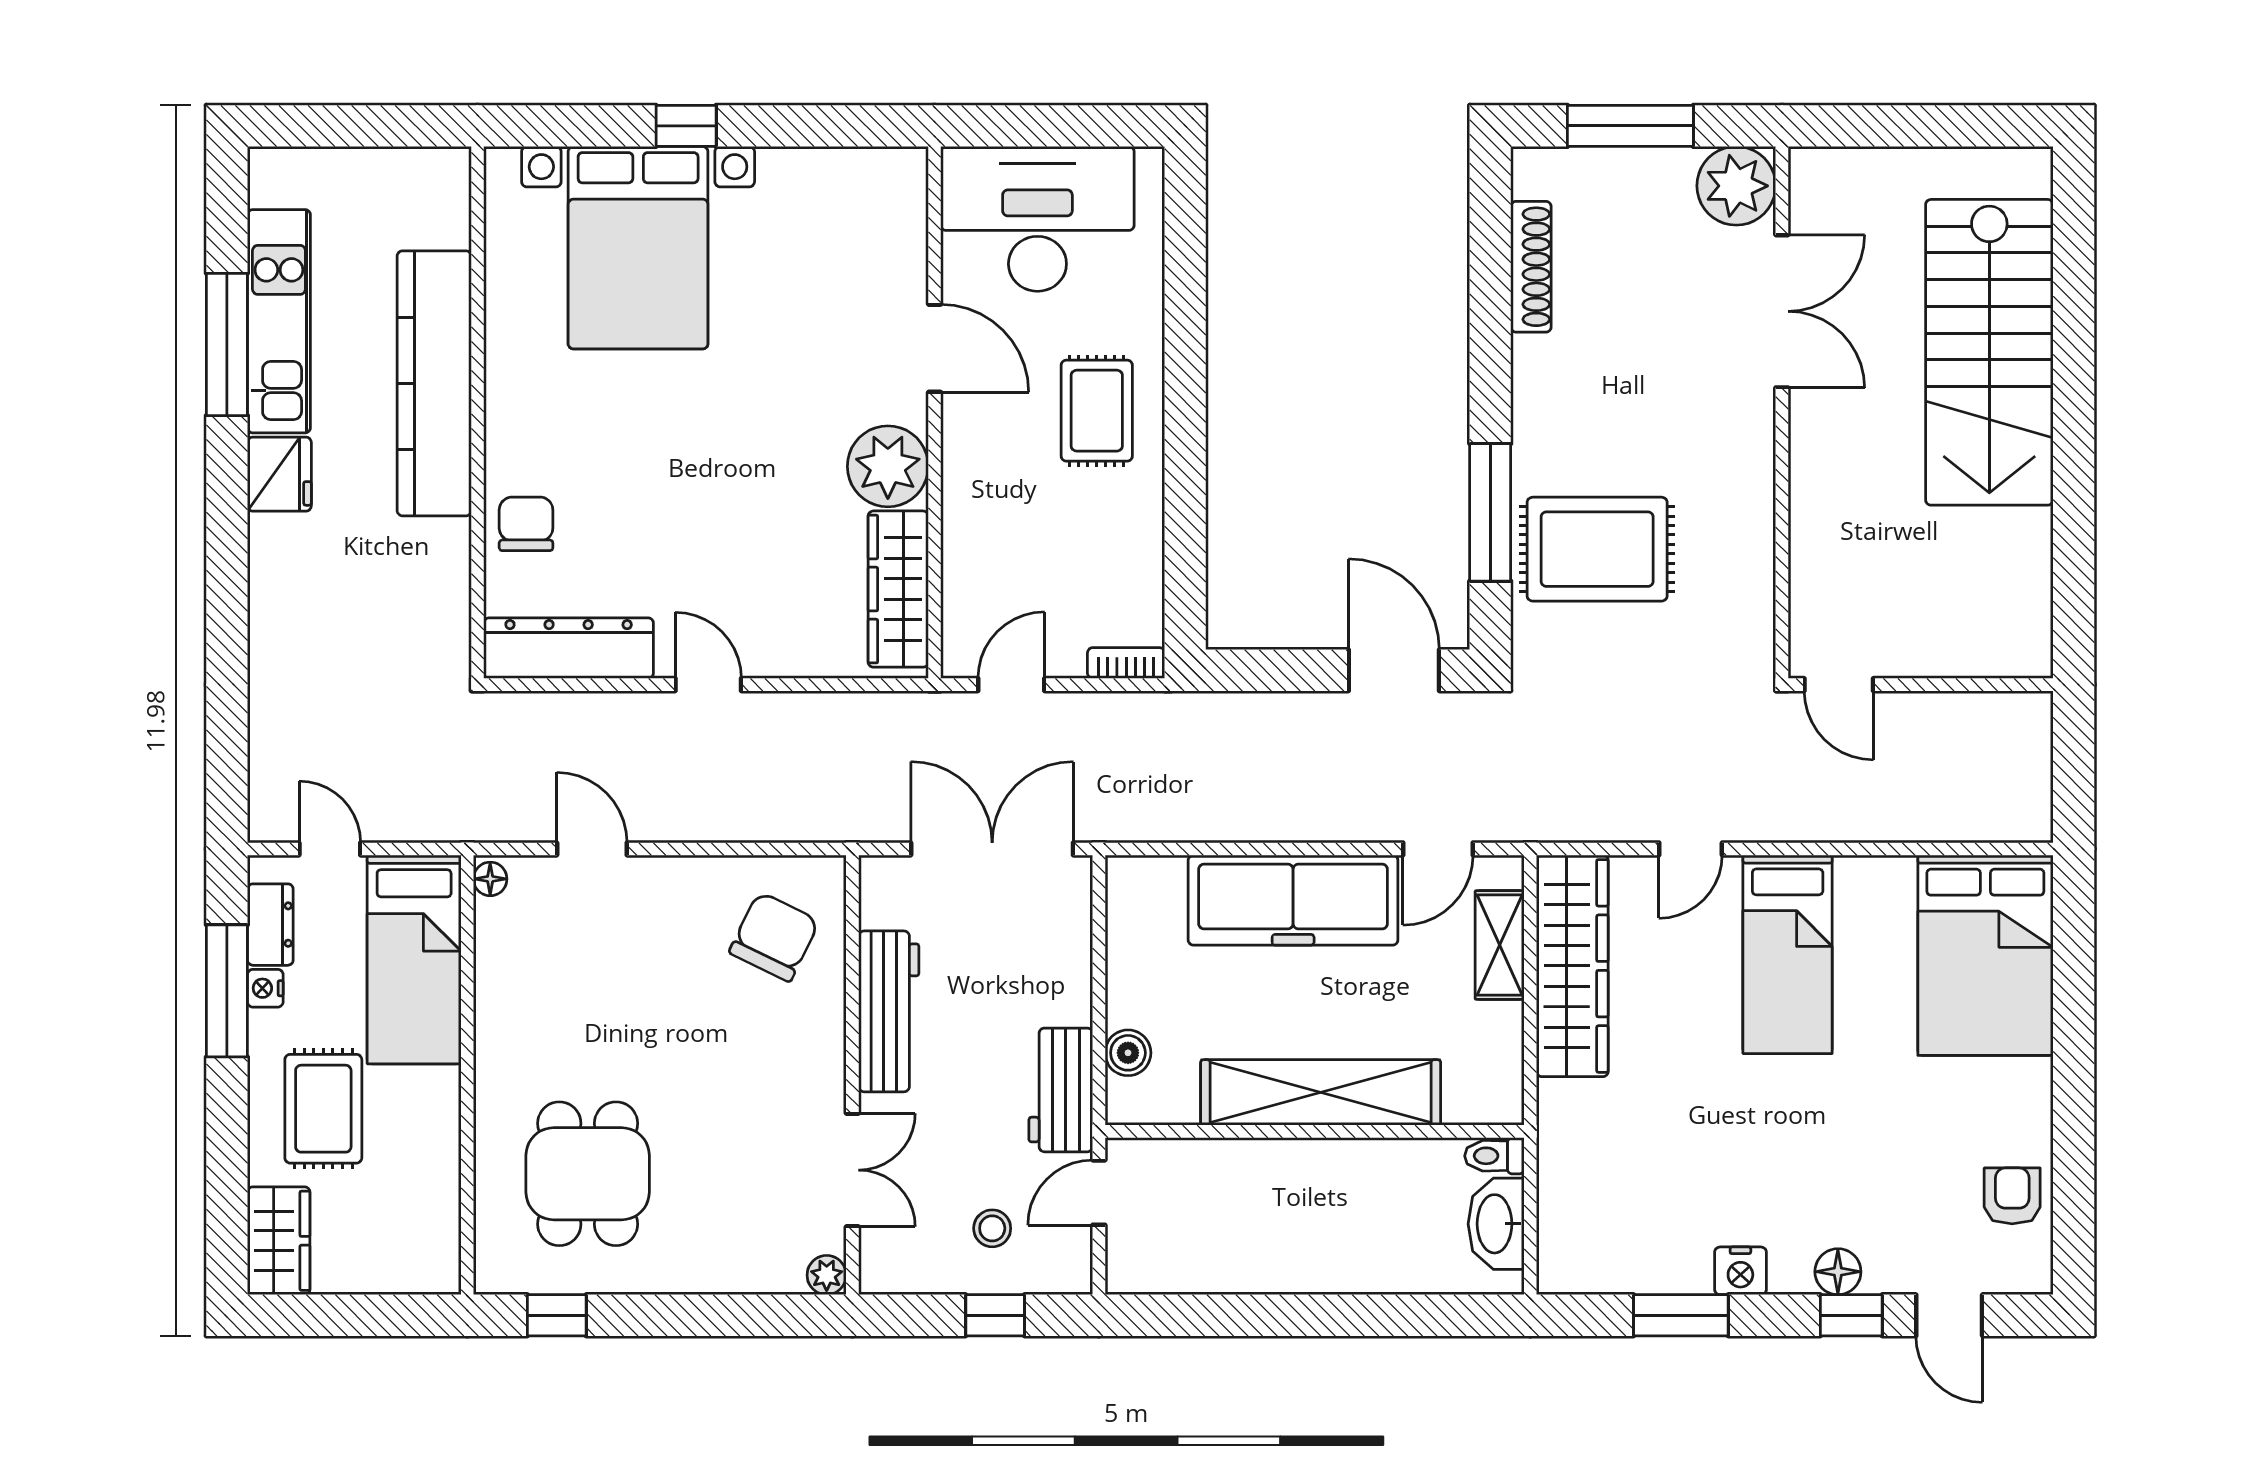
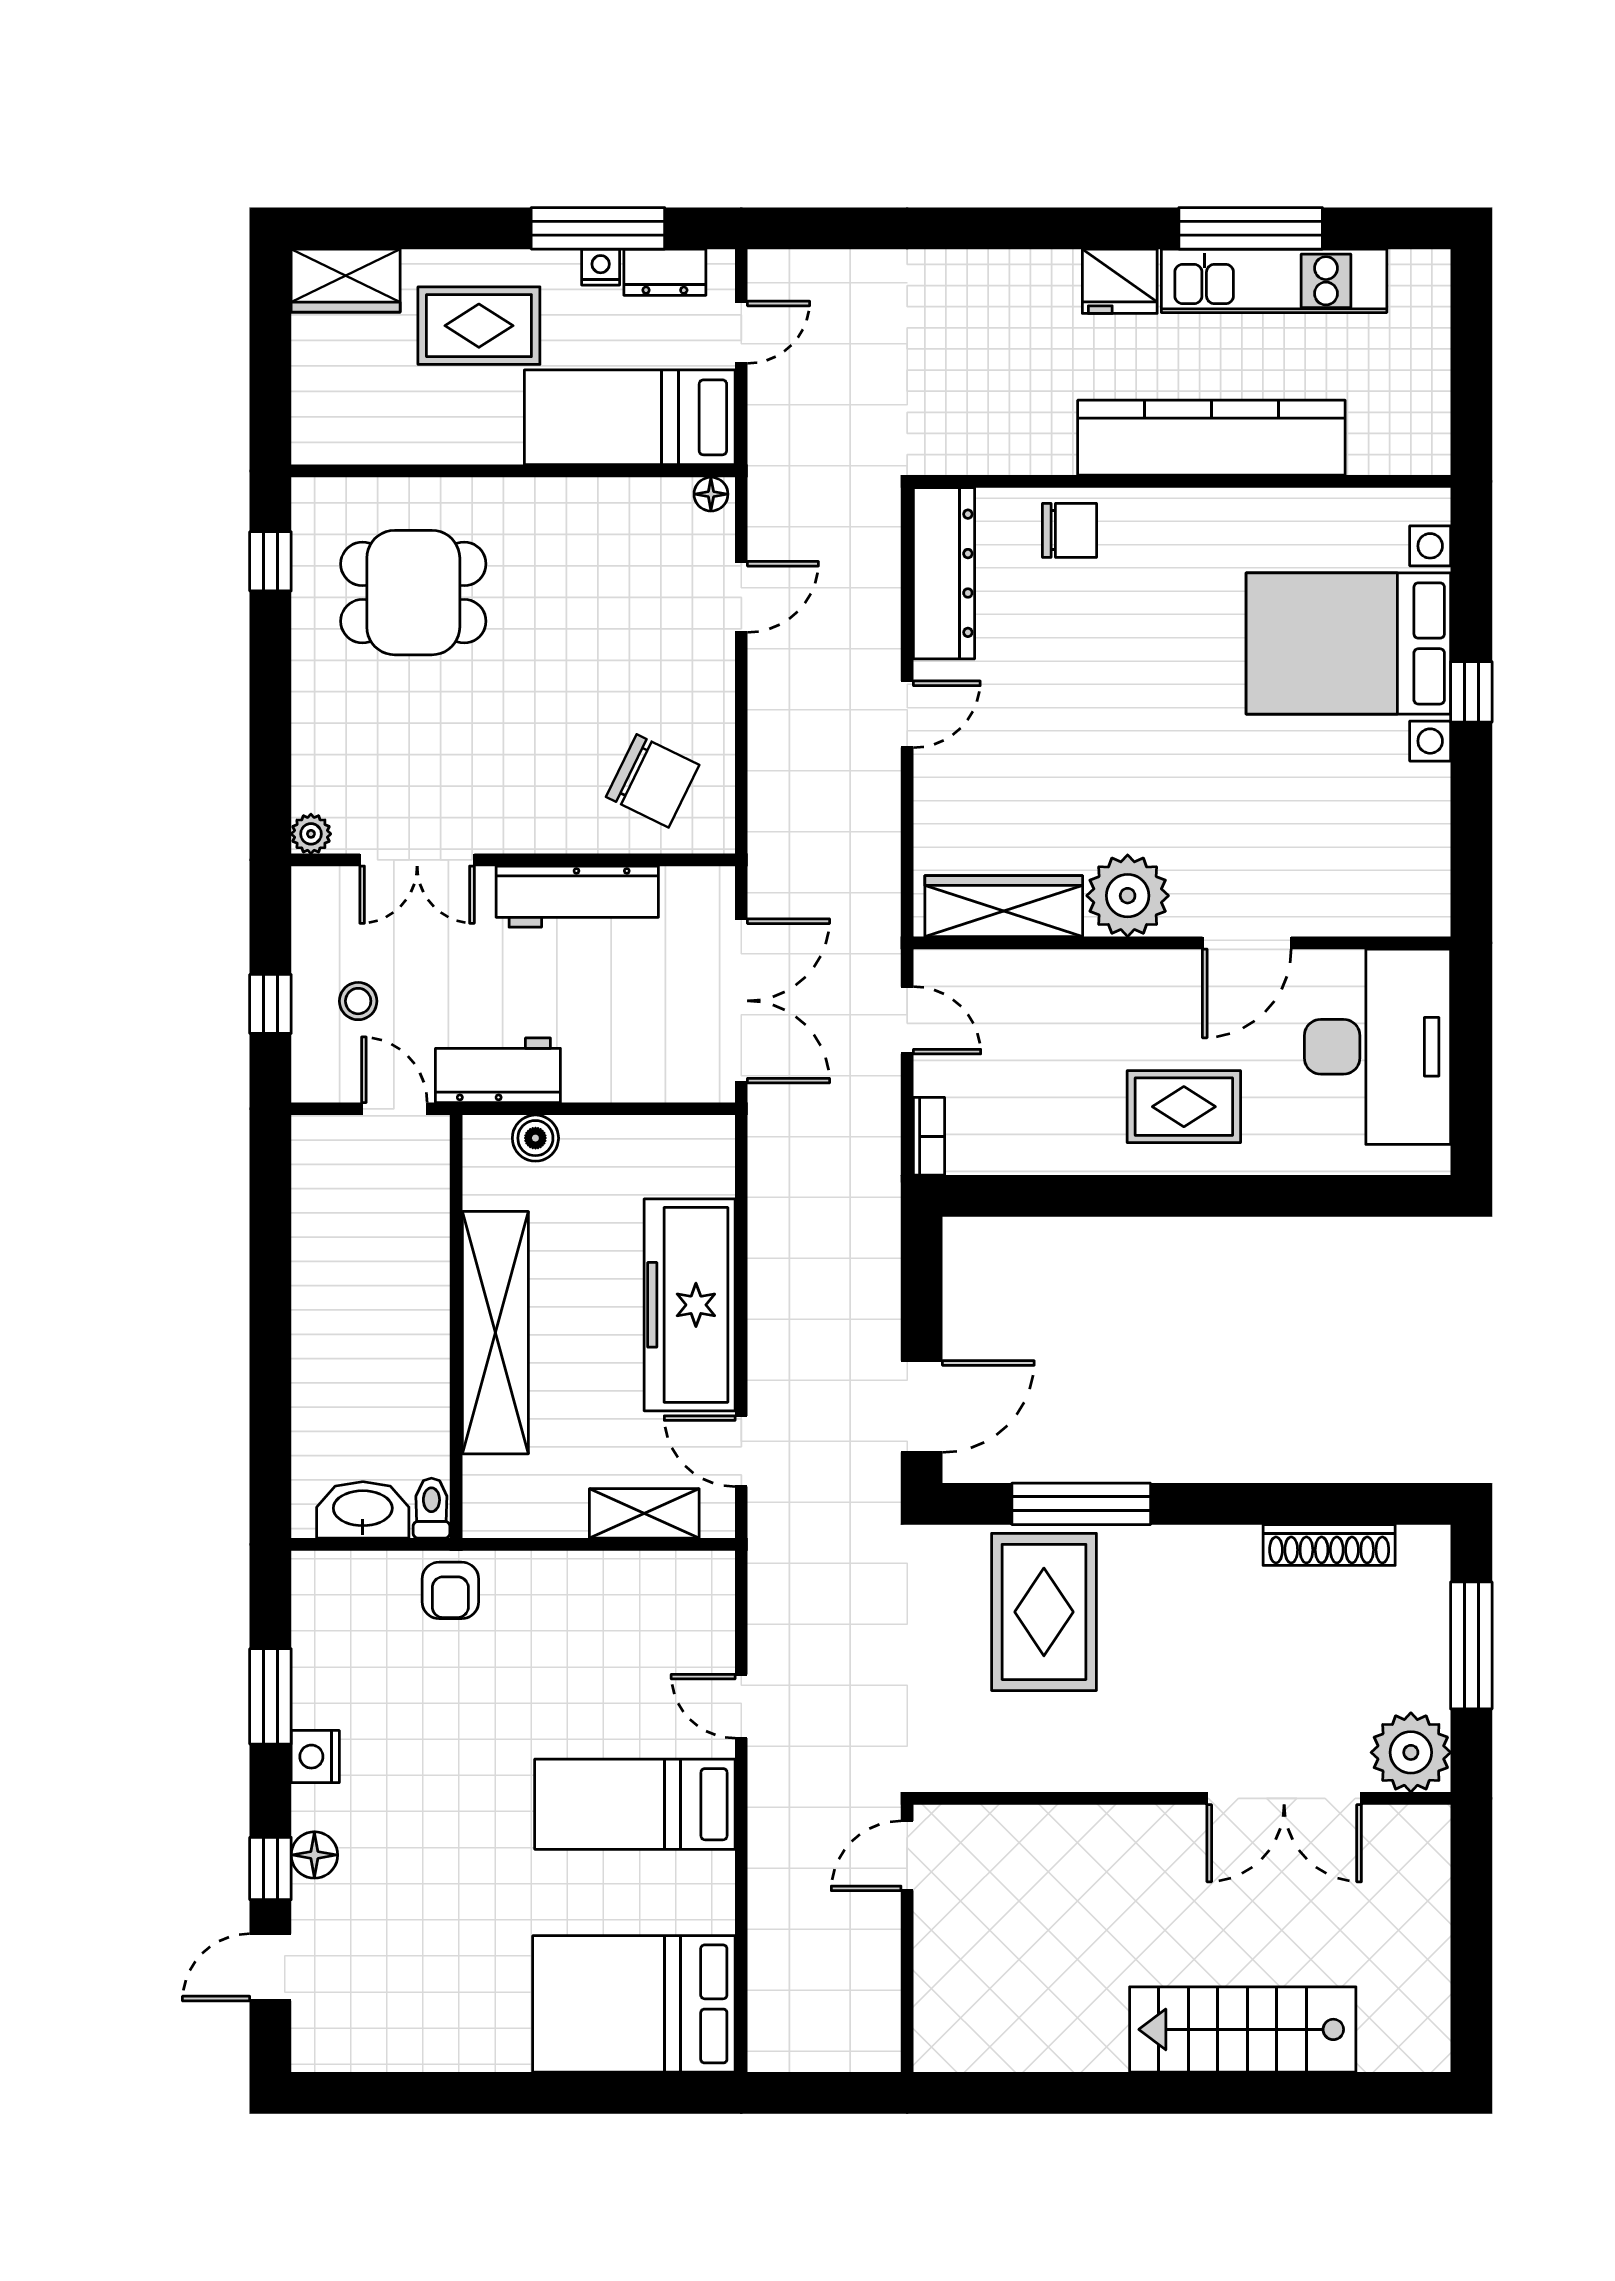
stairs: (1989, 352) -> (1243, 2029), width x0.73, depth x0.66
wardrobe: (1572, 966) -> (623, 1587), removed
armchair: (2012, 1196) -> (450, 1590), moved, turned 90

